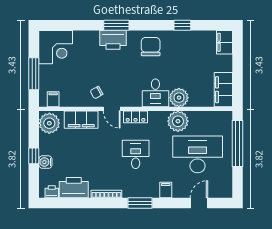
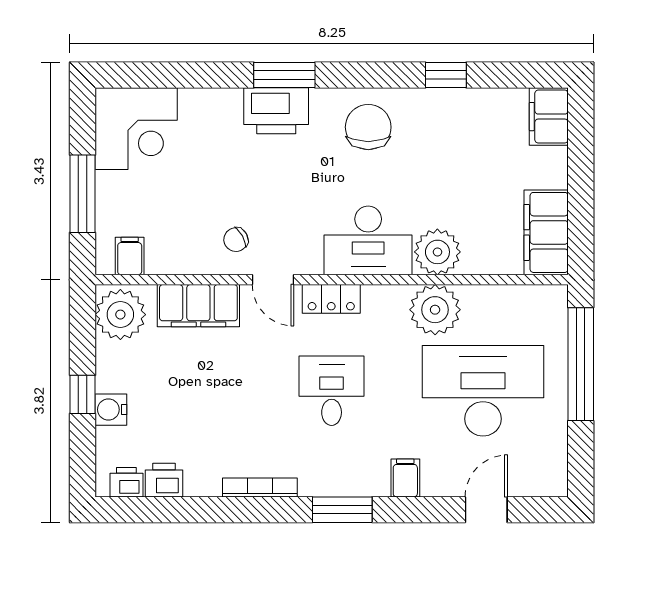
desk: (155, 93) -> (368, 240), width x1.37
printer: (74, 188) -> (164, 480), width x0.53, depth x0.68

